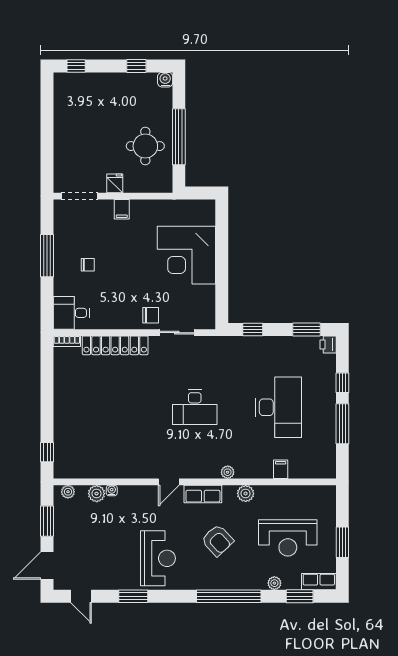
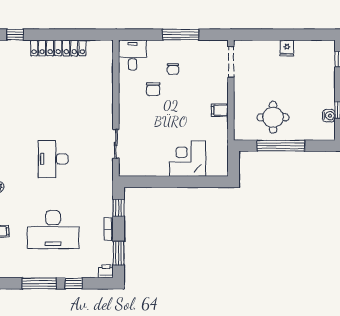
water cooler: (165, 80) -> (329, 116), moved
fridge: (115, 183) -> (287, 48), moved, turned 90
filing cabinet: (122, 209) -> (220, 110), moved
corner desk: (186, 255) -> (188, 158), width x0.74, depth x0.74
chair: (151, 315) -> (153, 89), moved
bookcase: (67, 341) -> (109, 229), moved
locker: (115, 345) -> (58, 48), moved, turned -90

